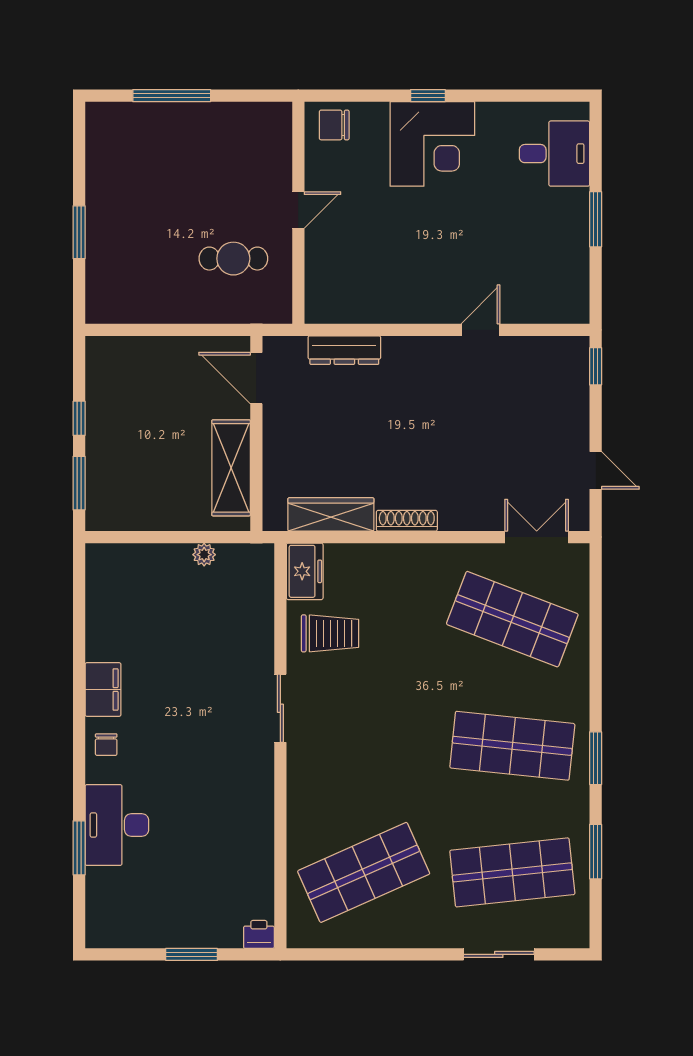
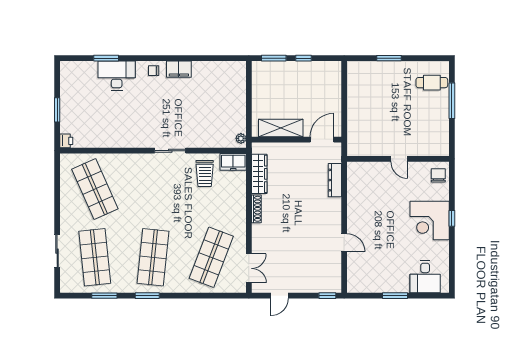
cafe table: (233, 259) -> (432, 83), moved, turned 90
plant: (204, 555) -> (241, 138), moved

